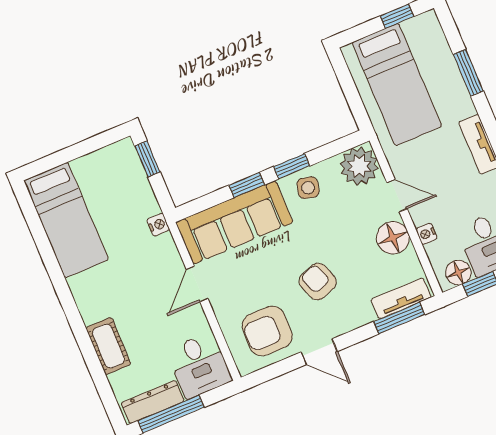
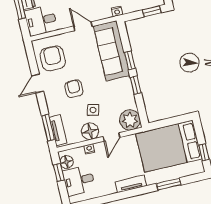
bed: (397, 84) -> (169, 146), width x1.50
side table: (308, 188) -> (93, 110), moved
armchair: (318, 282) -> (74, 89), turned -70

